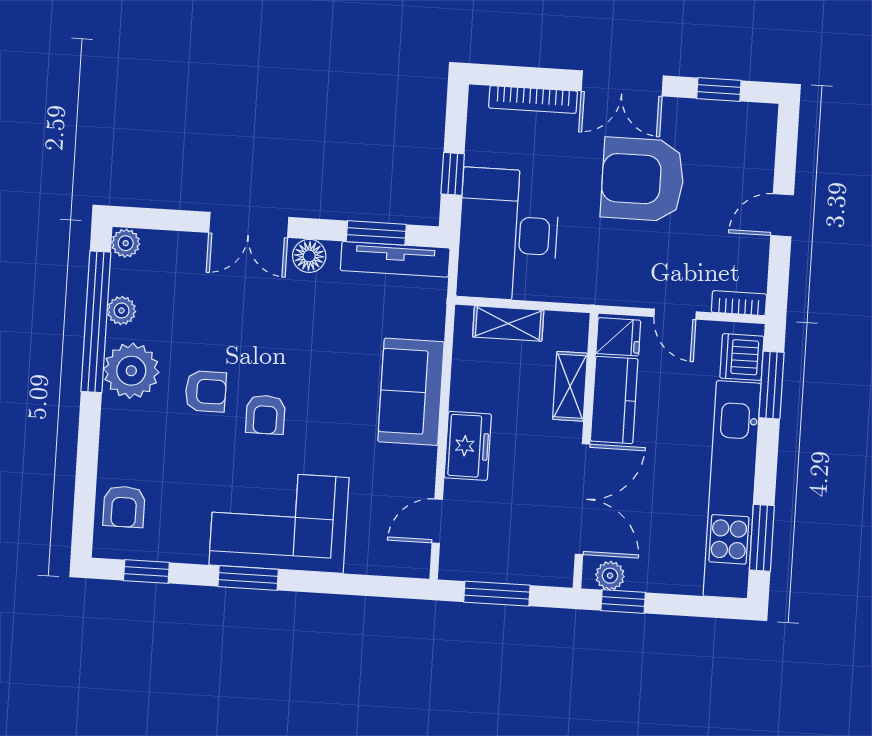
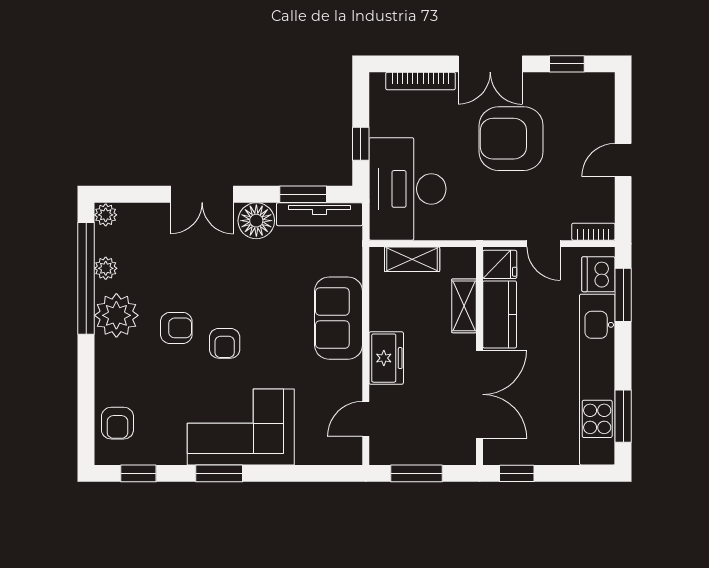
floor lamp: (309, 256) -> (256, 221), width x1.38, depth x1.38
plant: (610, 576) -> (505, 454), removed

